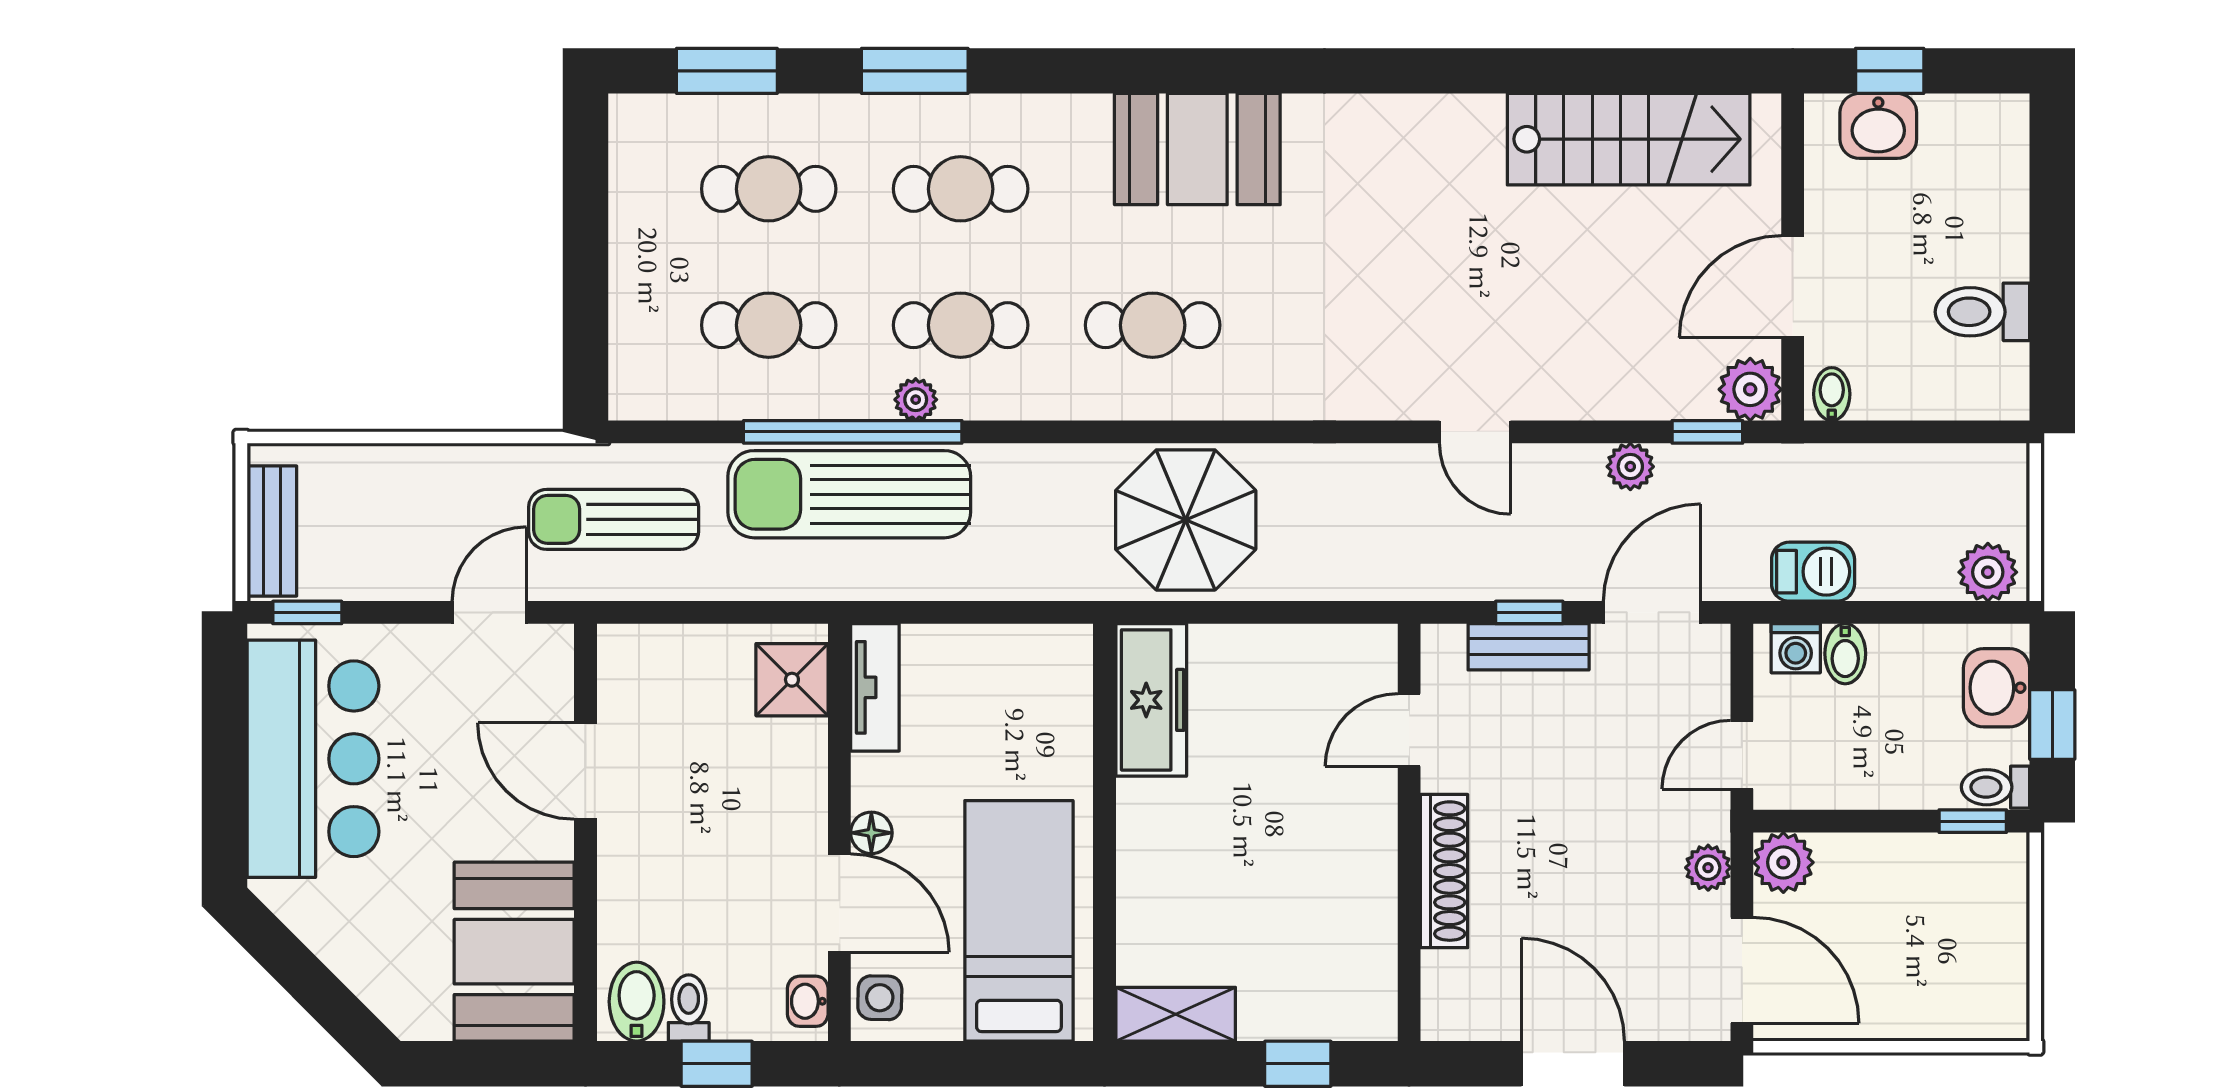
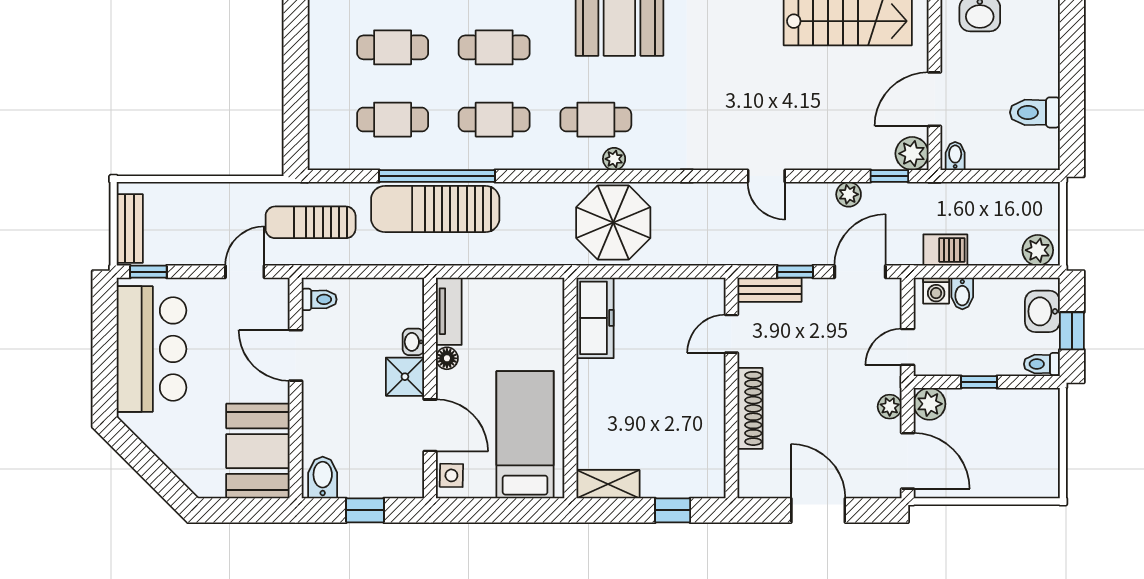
plant: (916, 400) -> (614, 159), moved
bench: (1529, 647) -> (770, 290), moved
shower: (792, 680) -> (405, 377), moved
window: (1973, 821) -> (979, 382), moved
floor lamp: (871, 833) -> (447, 358), moved
washbasin: (808, 1001) -> (413, 342), moved
toilet: (689, 1008) -> (319, 299), moved, turned 90

